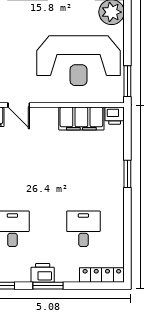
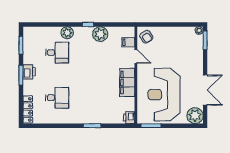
door: (19, 105) -> (136, 57), swing flipped
filing cabinet: (81, 119) -> (127, 82), moved

